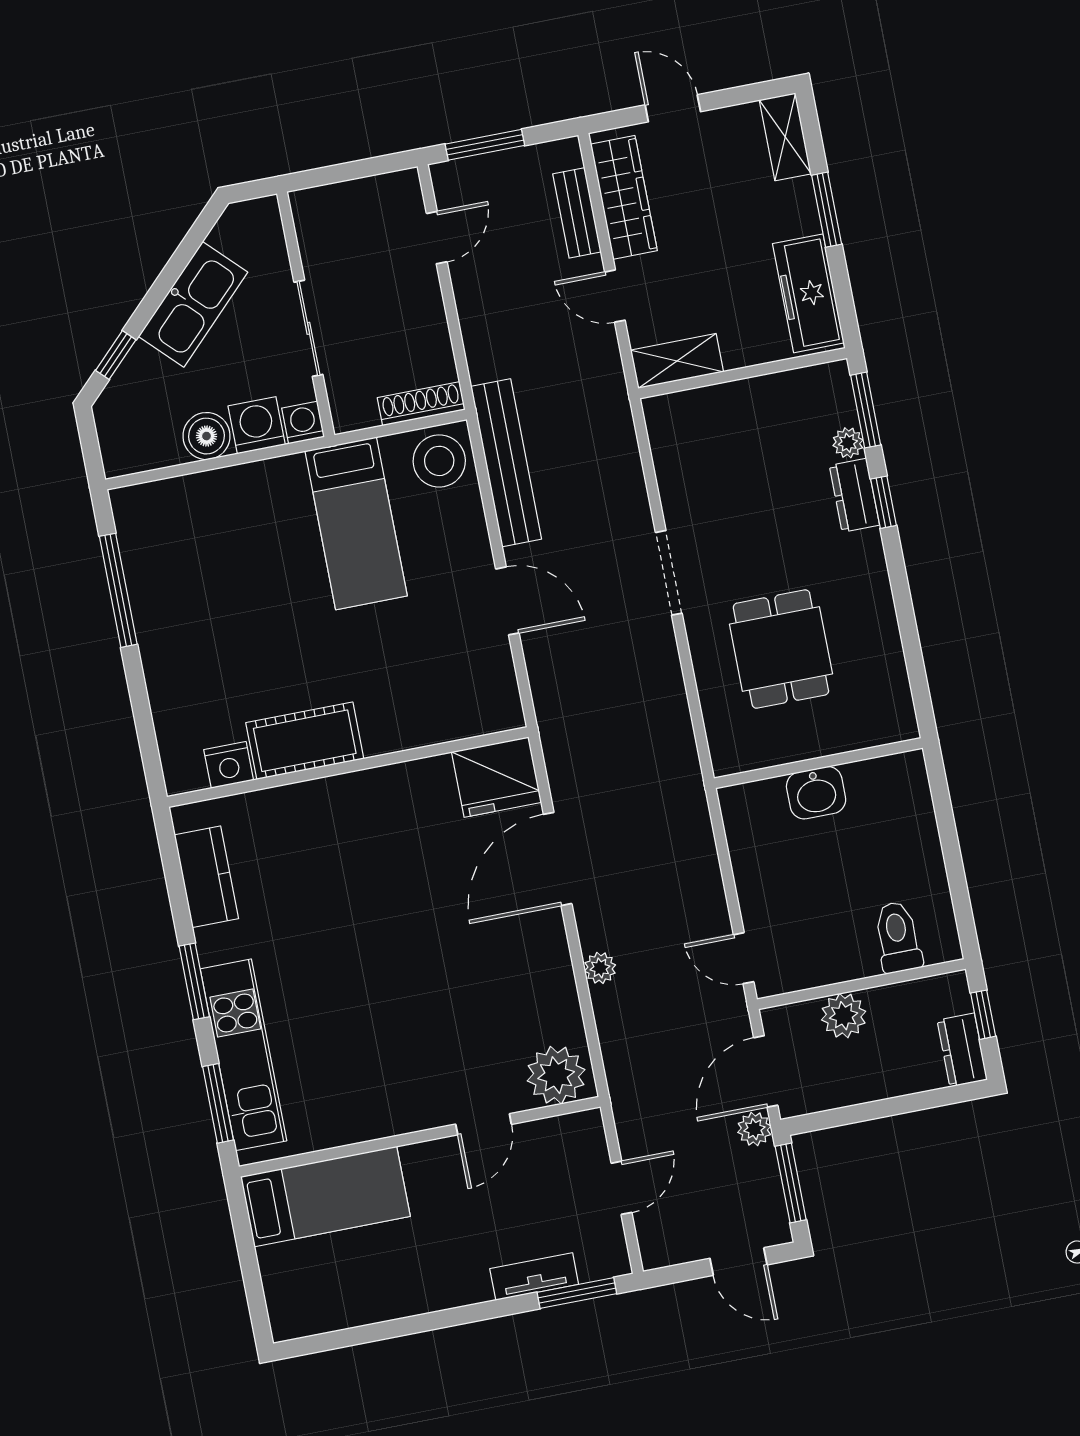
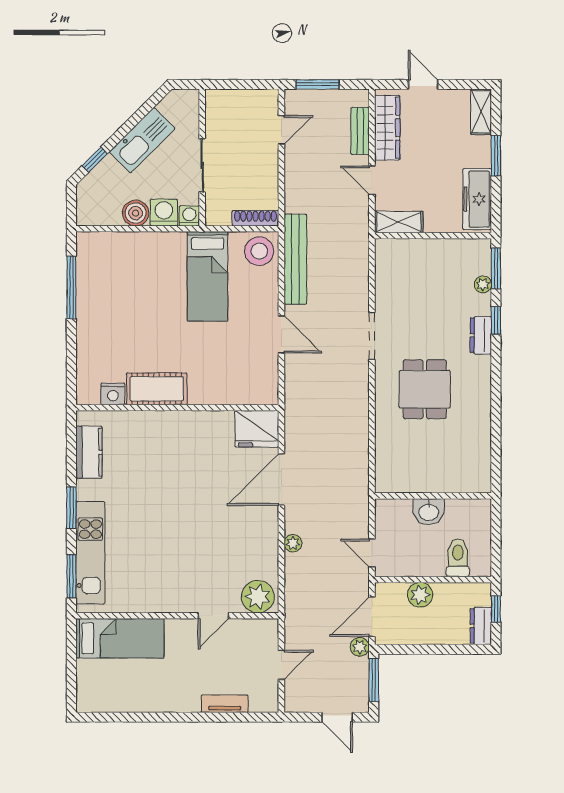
dresser: (854, 495) -> (481, 335), moved
wall: (818, 763) -> (433, 496), moved
washbasin: (816, 793) -> (429, 512), moved
window: (577, 1293) -> (246, 717), removed

